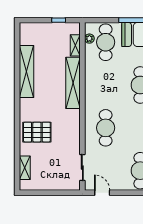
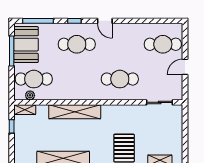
shelving: (75, 45) -> (25, 110), moved
door: (102, 193) -> (185, 67), moved

